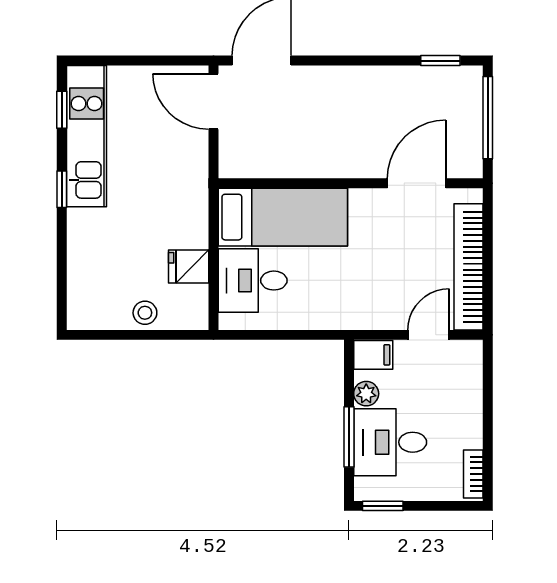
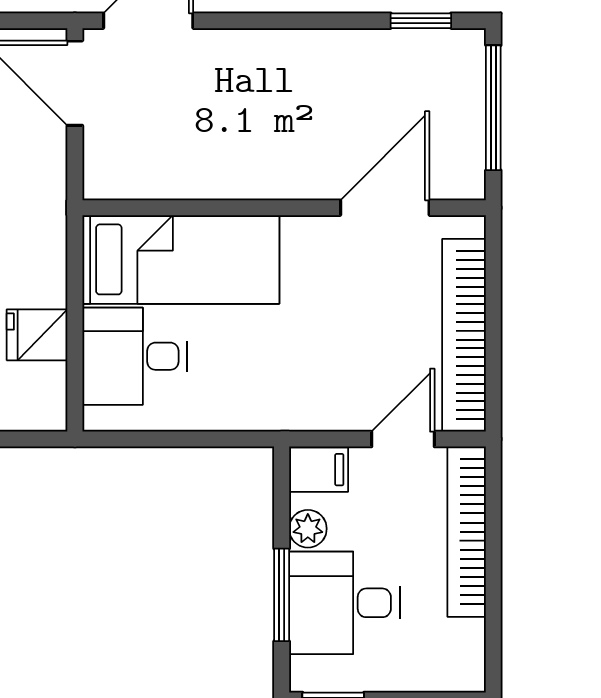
bookcase: (473, 474) -> (467, 532), moved, width x2.31, depth x1.31

